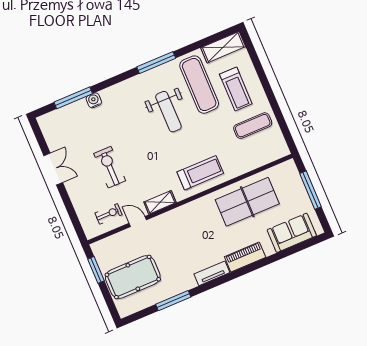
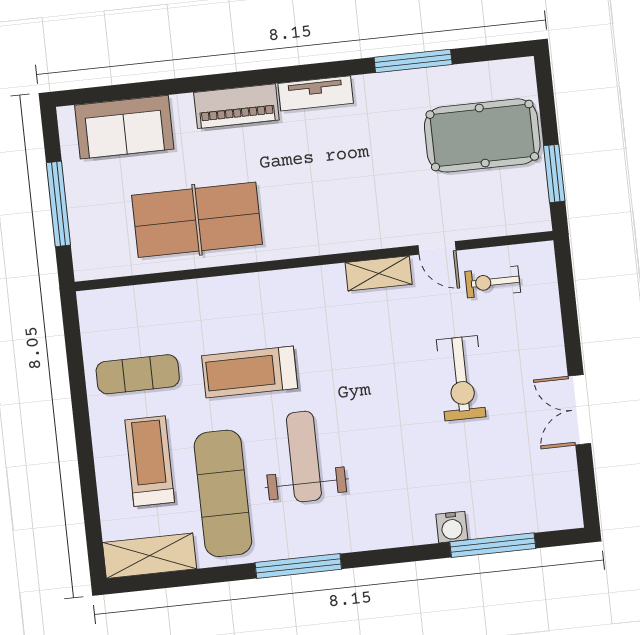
treadmill: (200, 173) -> (250, 372), moved

